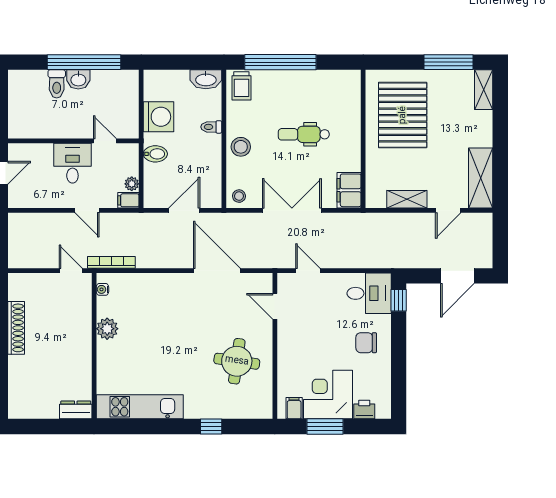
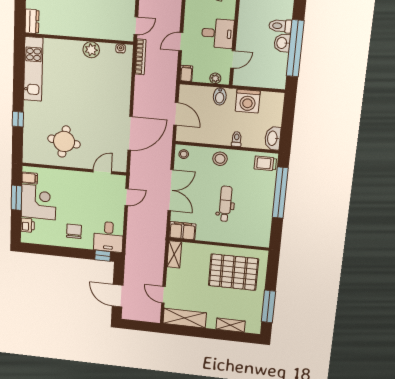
shelving: (484, 90) -> (231, 325), moved
plant: (132, 184) -> (215, 78), moved
shelving: (407, 199) -> (174, 254), moved

